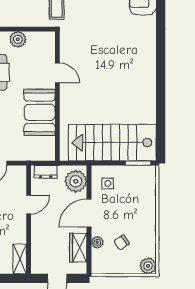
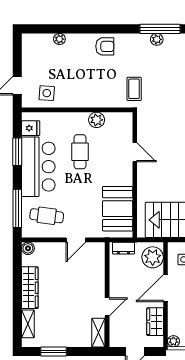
booth: (40, 112) -> (118, 209), moved
door: (29, 205) -> (107, 307), moved
plant: (97, 242) -> (173, 341), moved

